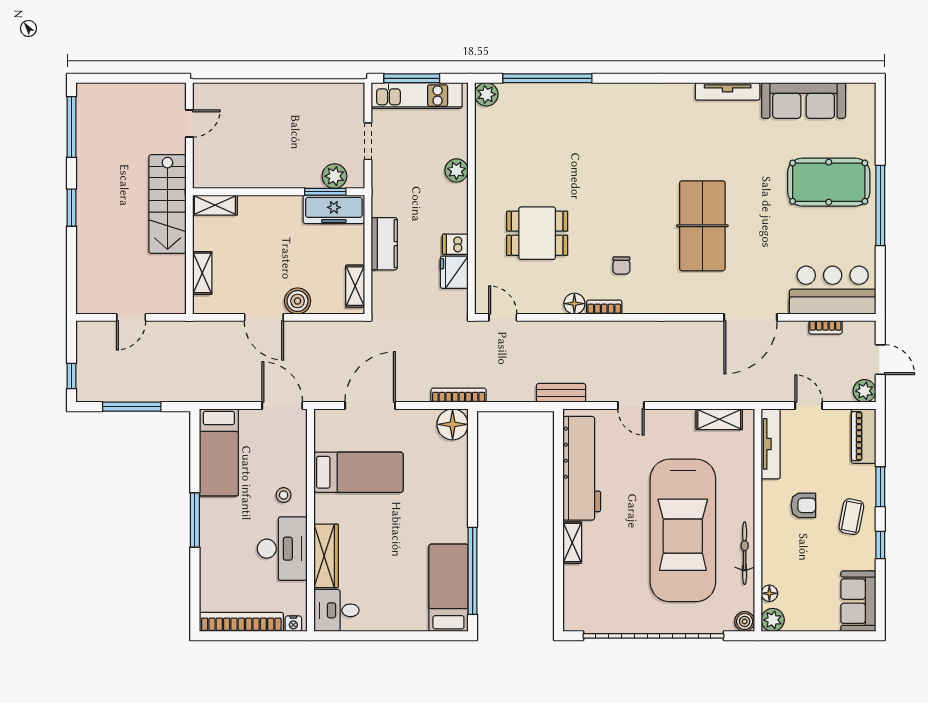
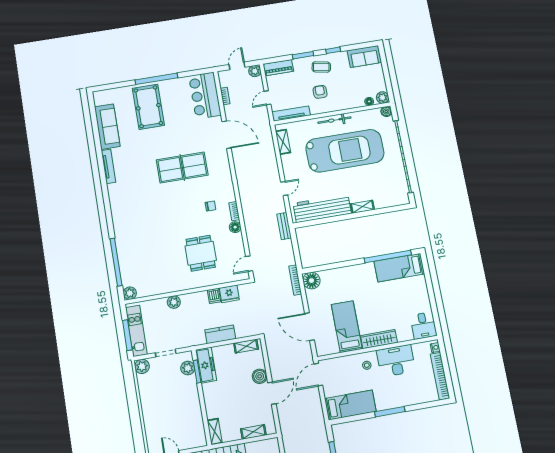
plant: (352, 96) -> (142, 366), added
bicycle: (745, 553) -> (334, 120), moved
wardrobe: (326, 556) -> (379, 339), moved

